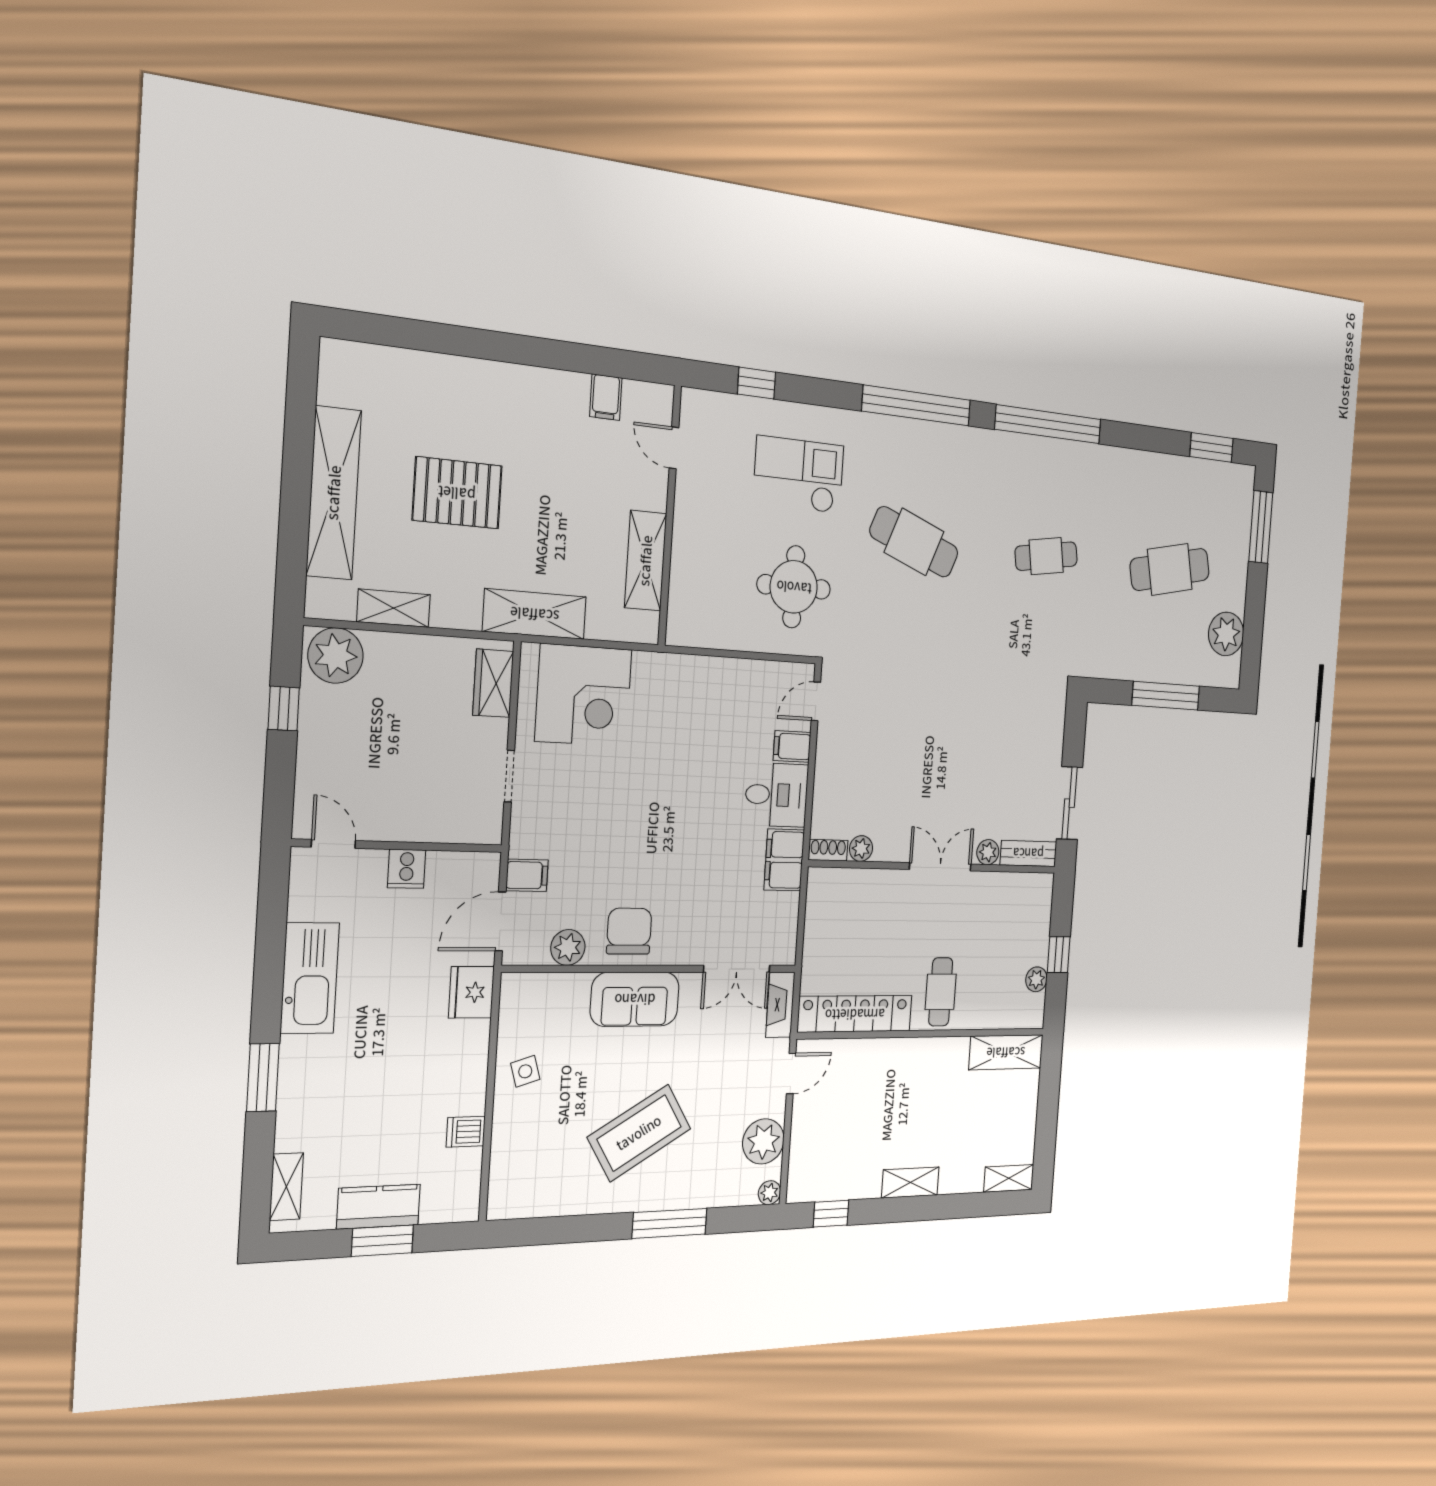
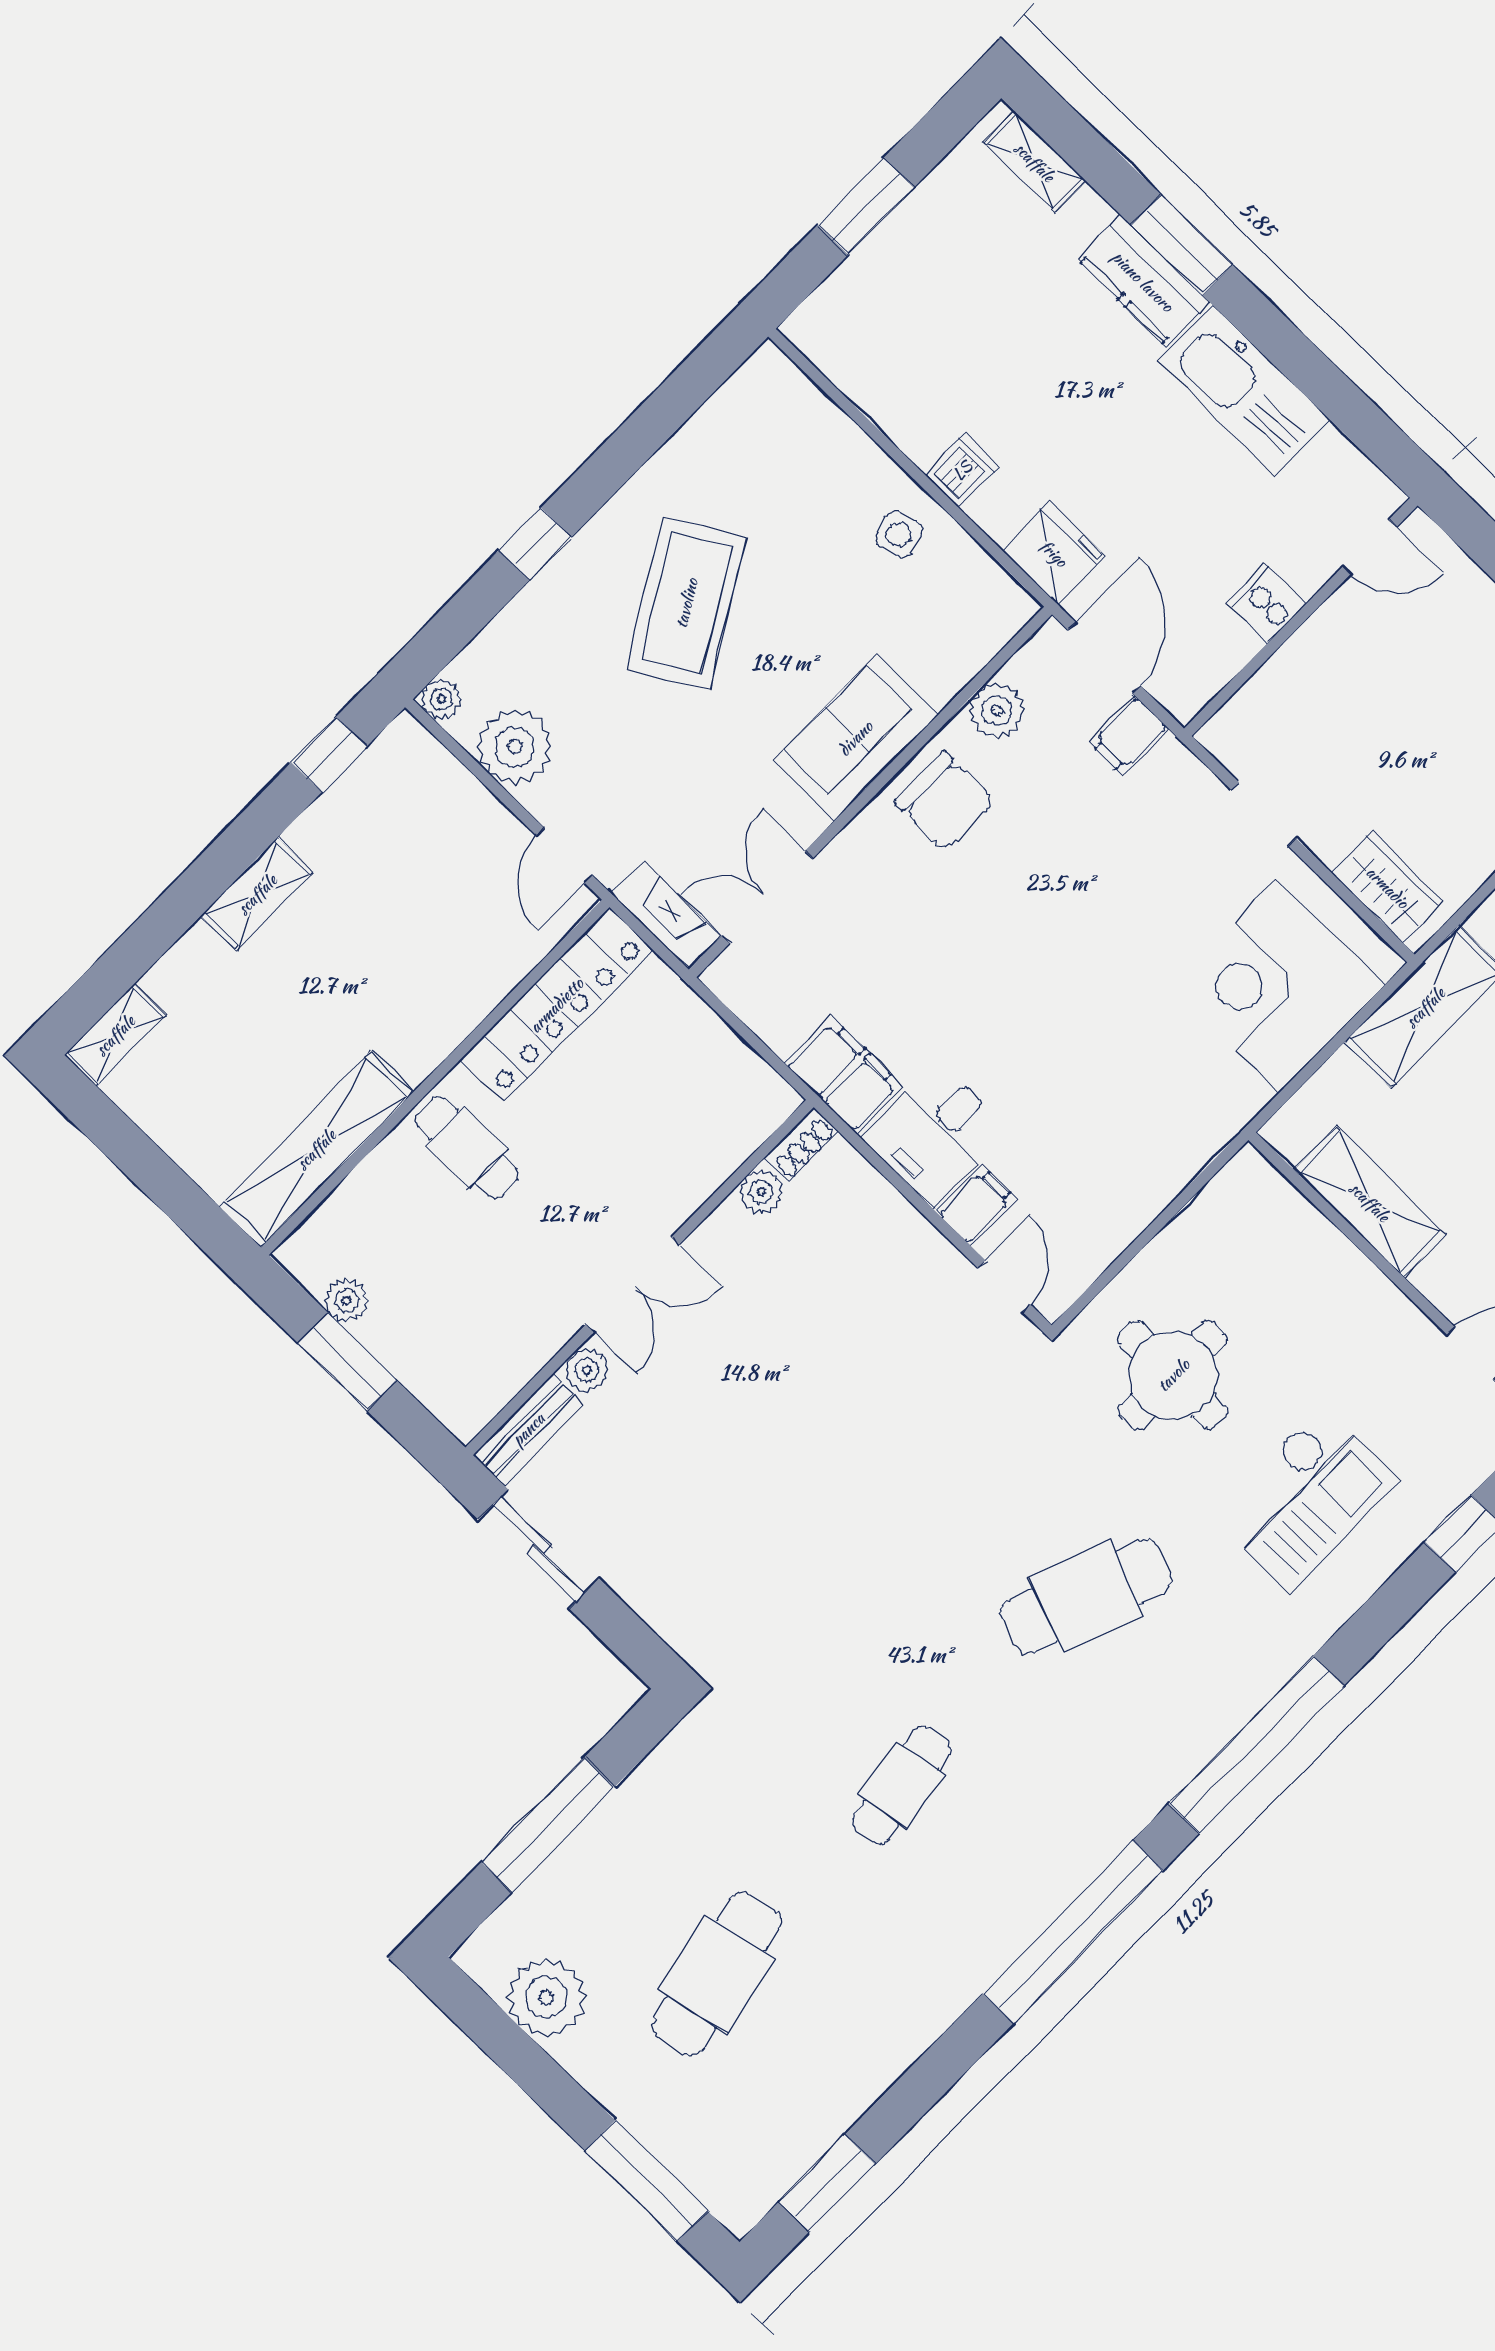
window: (1059, 955) -> (347, 1362), width x1.50
shelving: (1006, 1052) -> (316, 1149), width x1.47
dishwasher: (466, 1132) -> (962, 470), moved
kitchen counter: (379, 1207) -> (1143, 281), moved, turned 90
window: (670, 1223) -> (535, 544), width x0.46

